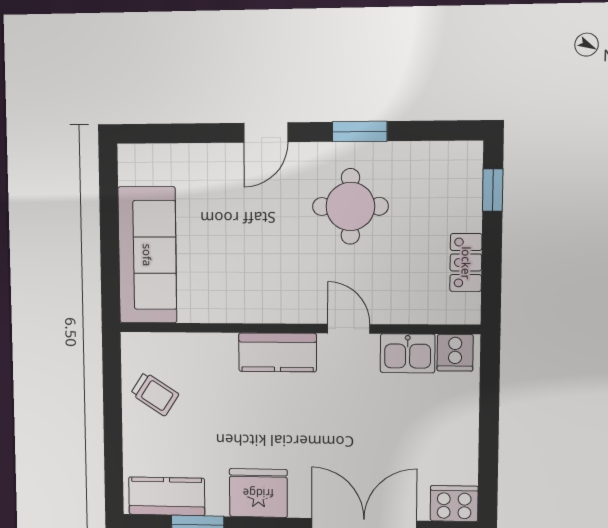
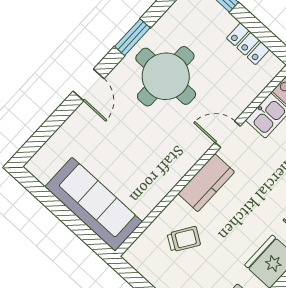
round table: (350, 206) -> (166, 76), width x1.36, depth x1.36
trolley: (155, 394) -> (184, 239), moved

